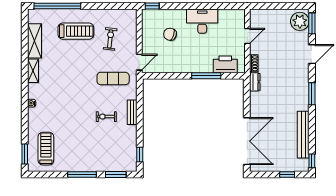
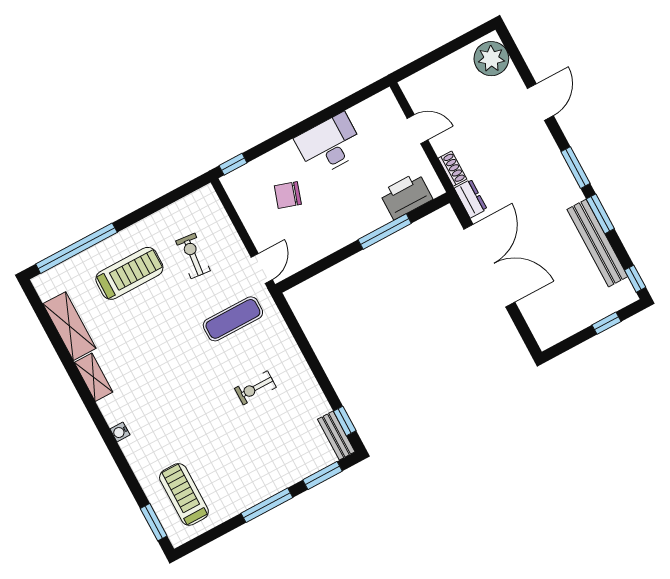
window: (312, 23) -> (600, 214), moved
door: (247, 36) -> (417, 129), hinge flipped
bench: (132, 112) -> (336, 436), moved
double door: (247, 141) -> (489, 266), moved

